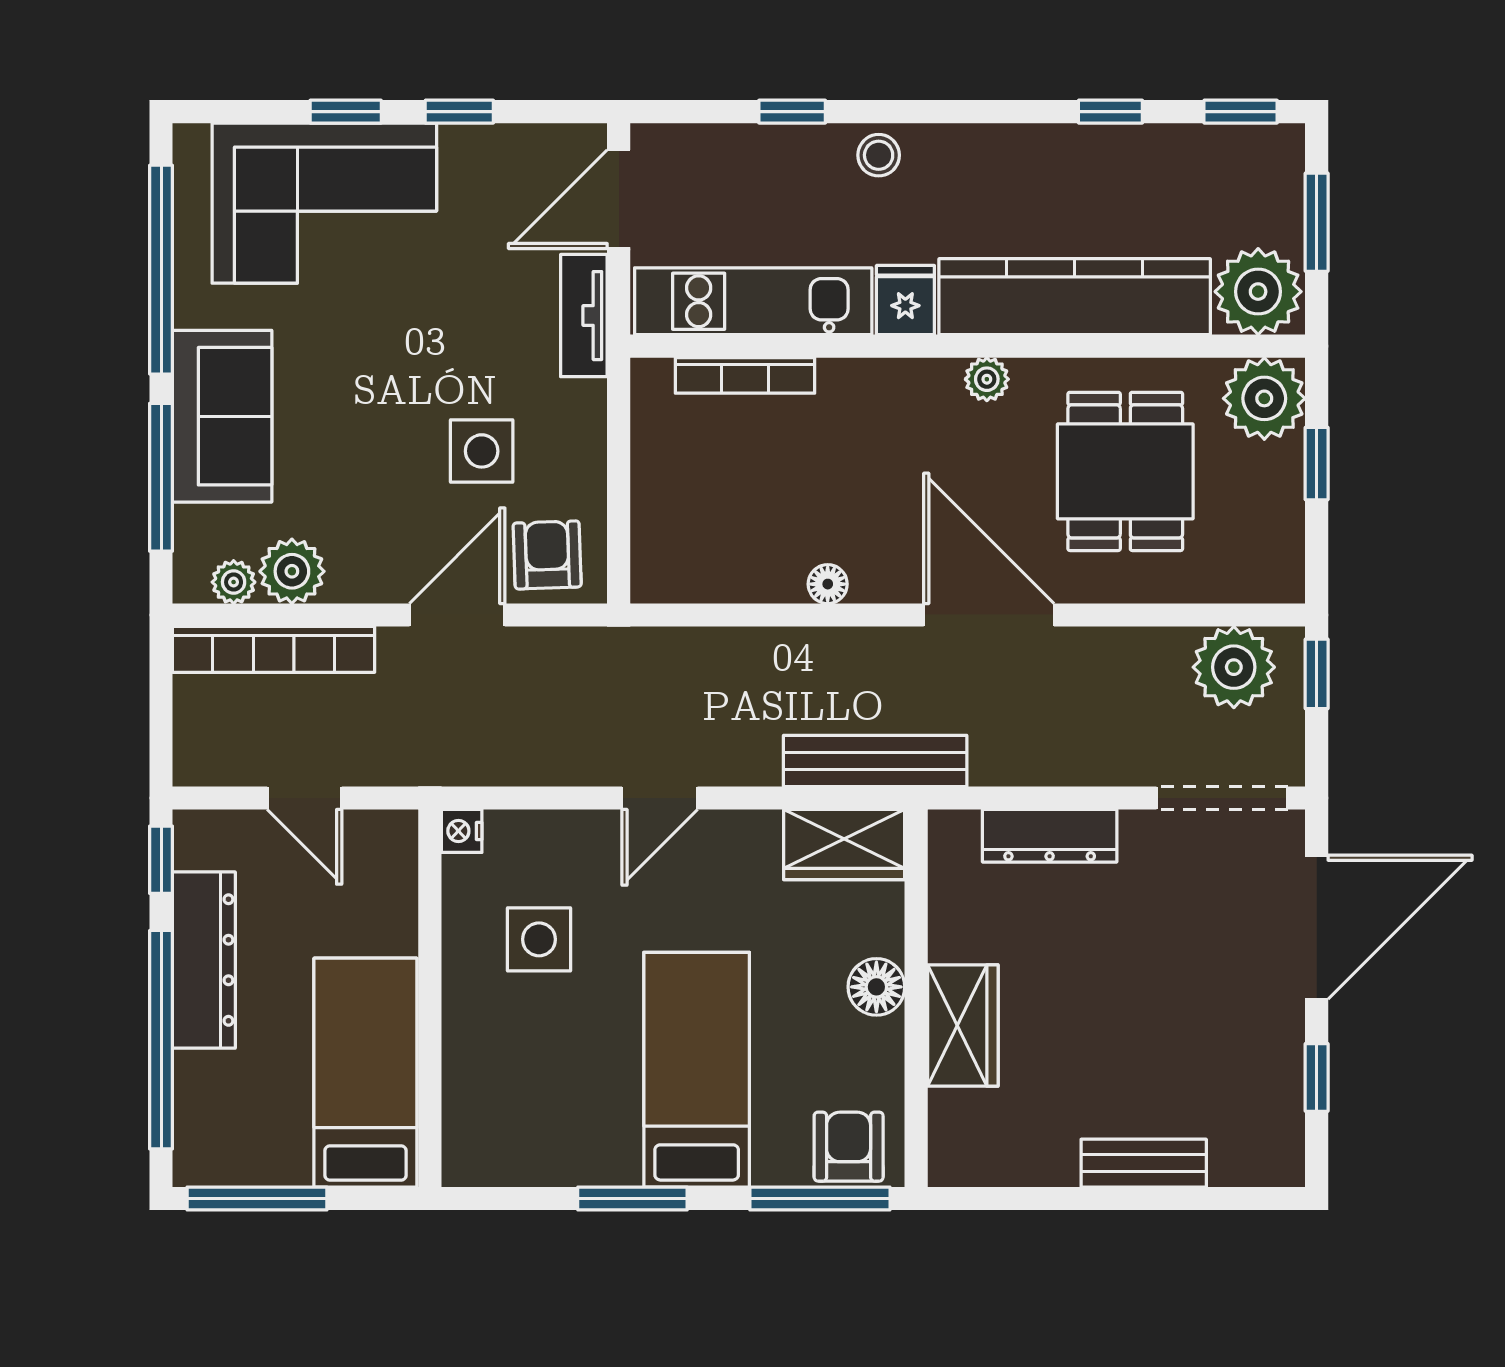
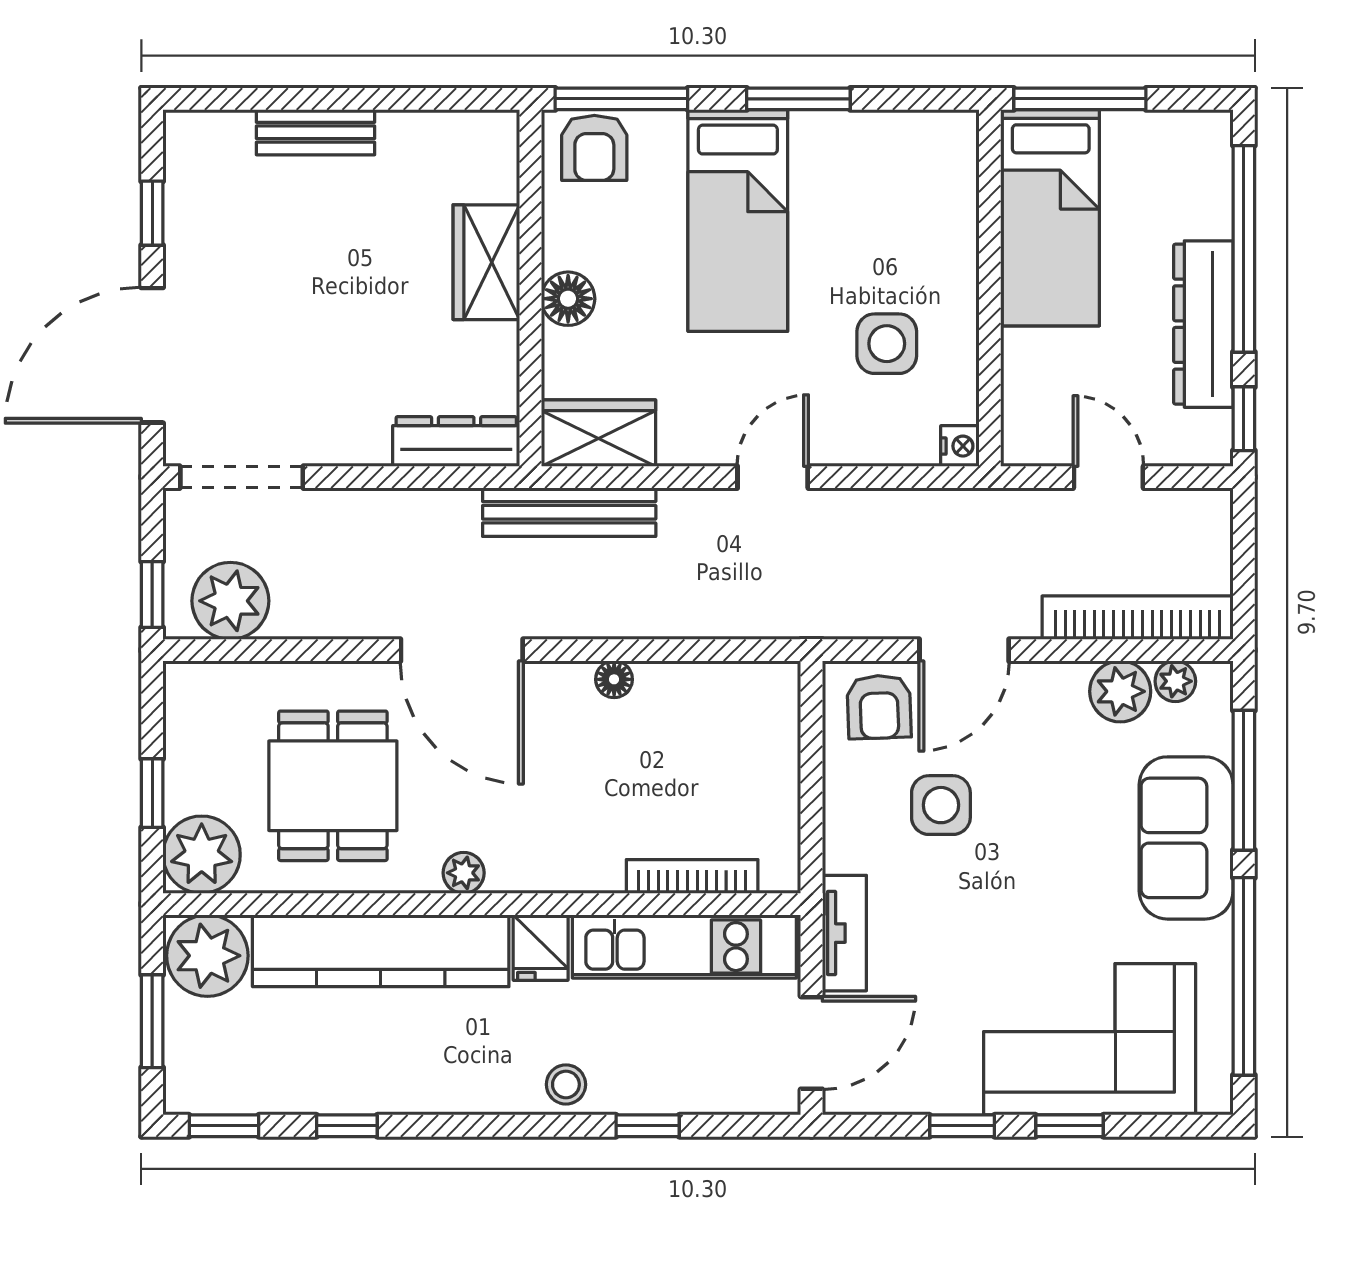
dresser: (1050, 836) -> (456, 442), moved
window: (257, 1198) -> (1080, 99), moved

